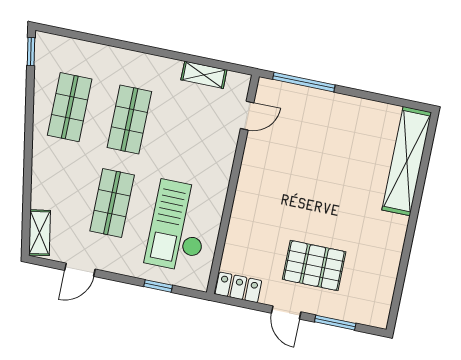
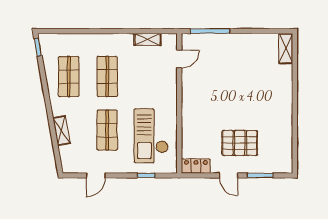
shelving: (407, 161) -> (286, 48), width x0.45, depth x0.75
shelving: (40, 233) -> (61, 131), moved

